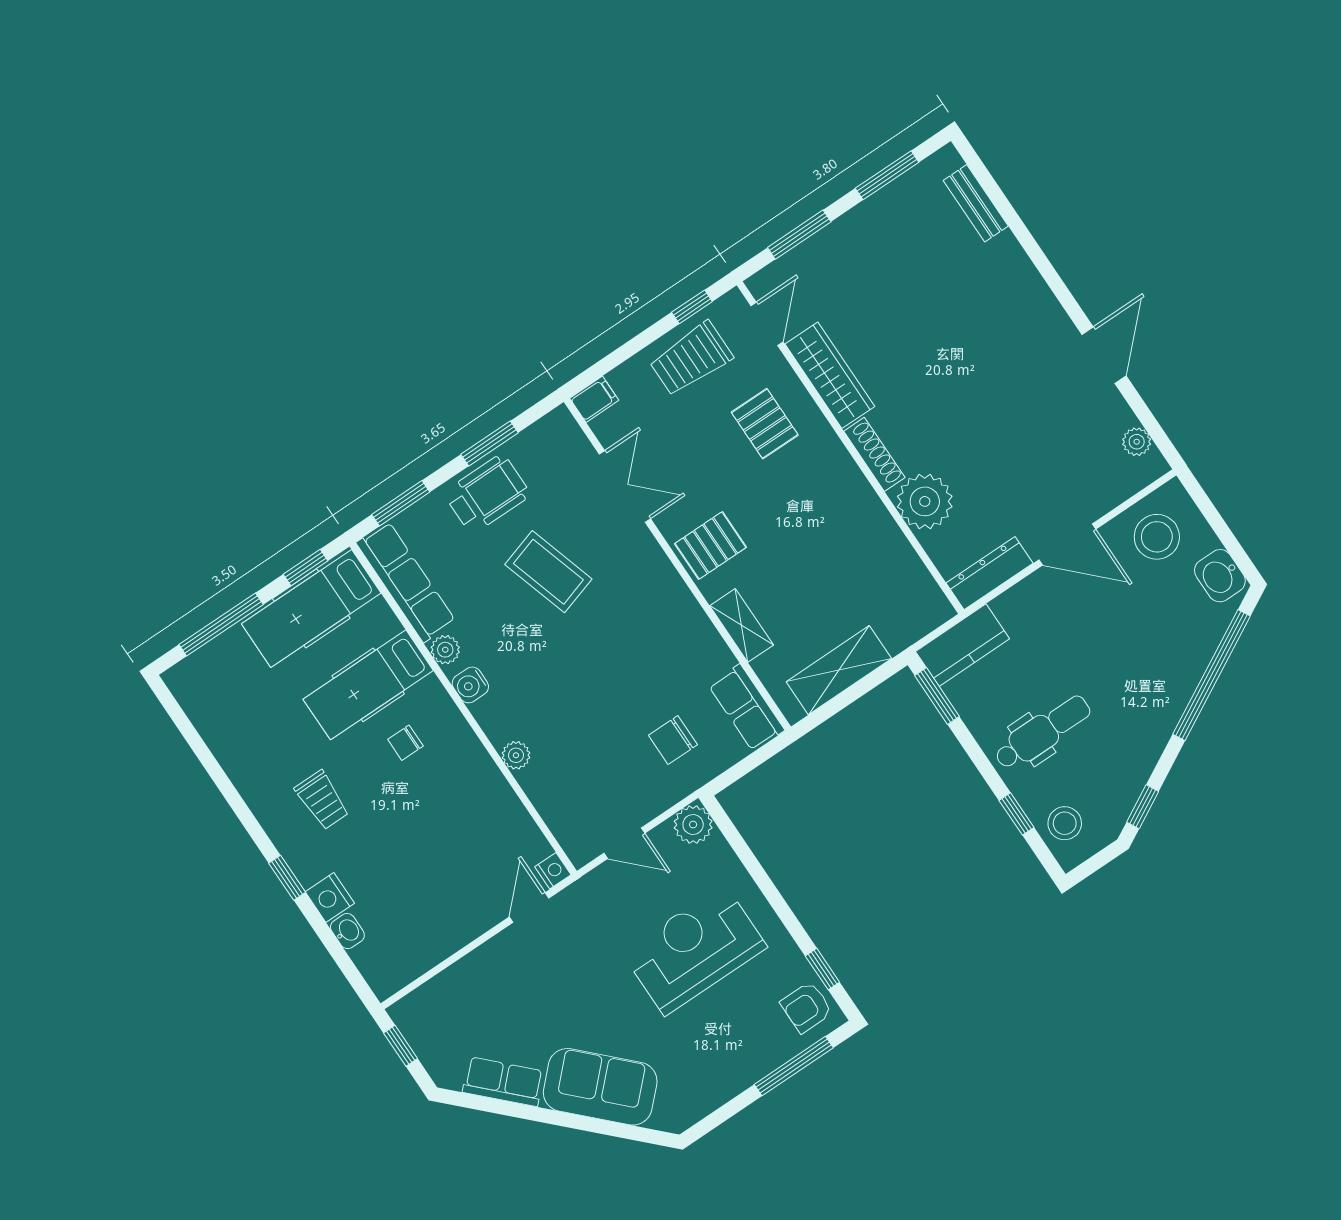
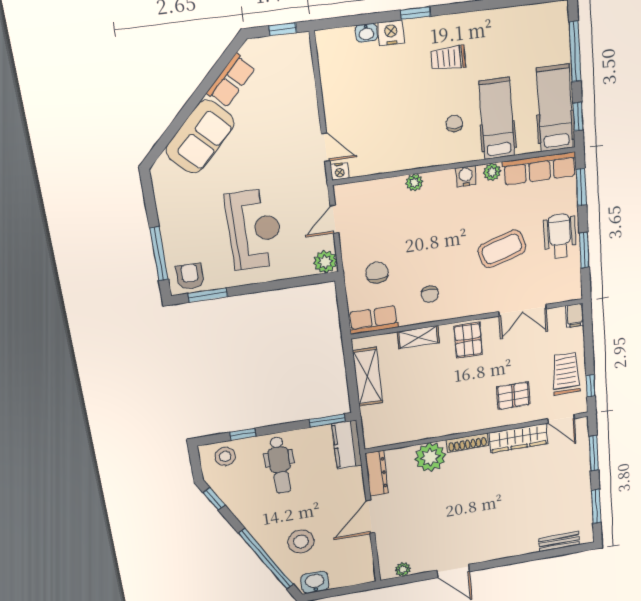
wheelchair: (487, 494) -> (560, 236), turned 180
stool: (1157, 537) -> (301, 541), moved
chair: (668, 643) -> (430, 294), added
window: (822, 969) -> (208, 295), width x1.50

